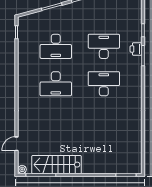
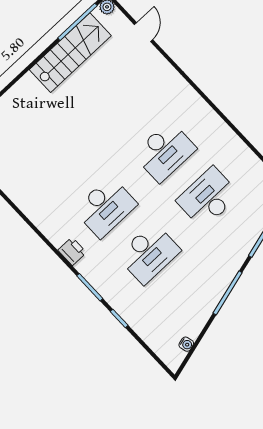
printer: (136, 49) -> (72, 251), moved
desk: (56, 84) -> (165, 151), turned 180

